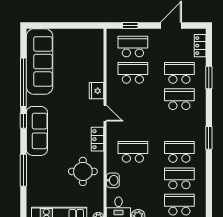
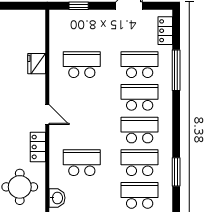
school desk: (133, 46) -> (140, 130), moved
window: (209, 77) -> (176, 70), width x1.44
fridge: (96, 91) -> (37, 64), moved
window: (209, 138) -> (176, 172), moved

